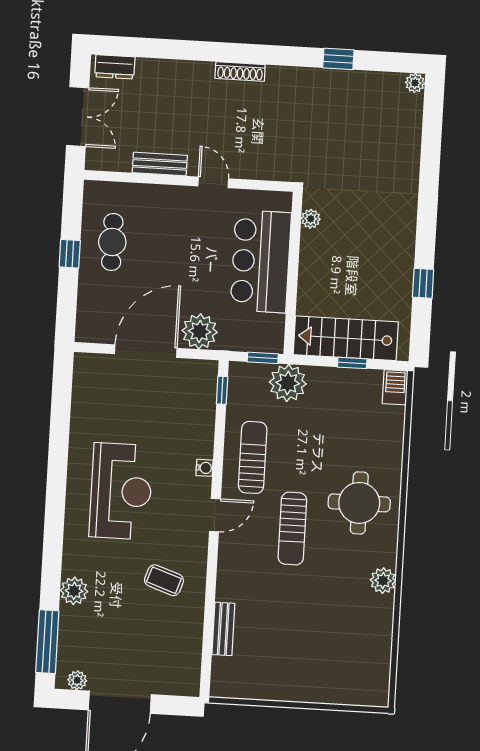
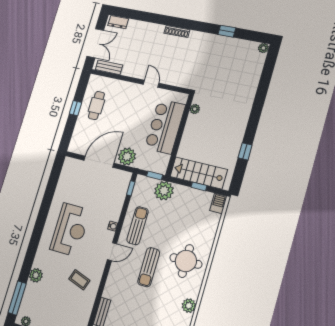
bench: (160, 164) -> (109, 67), moved

